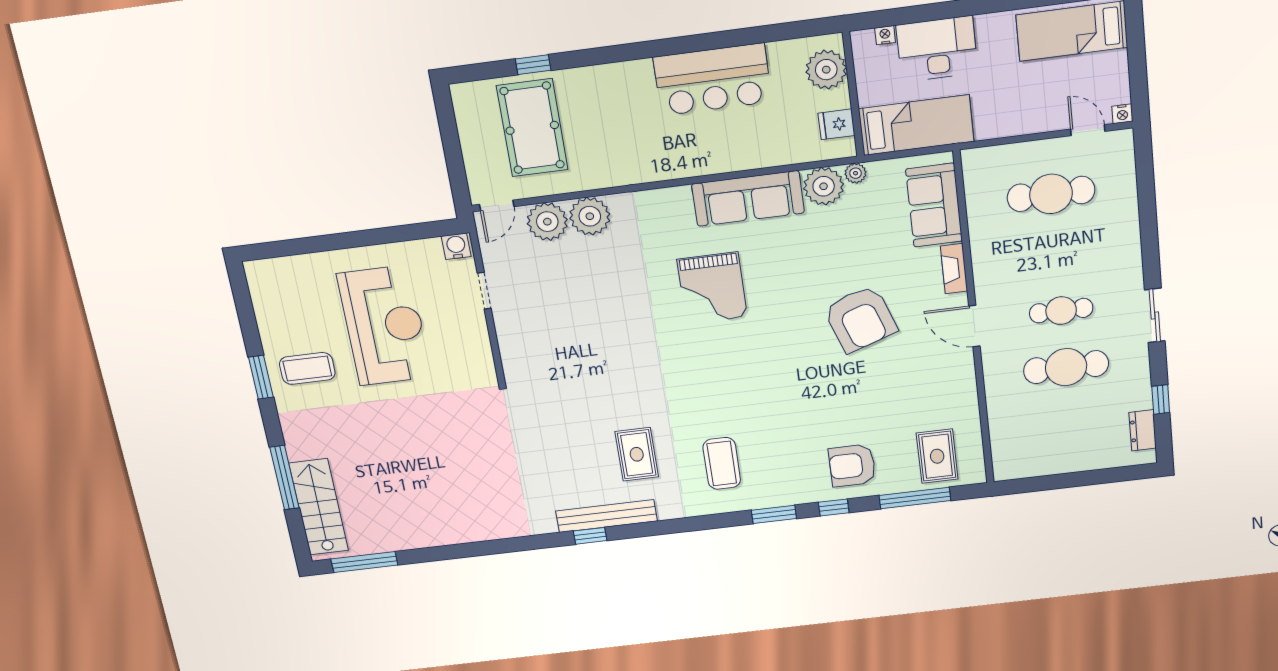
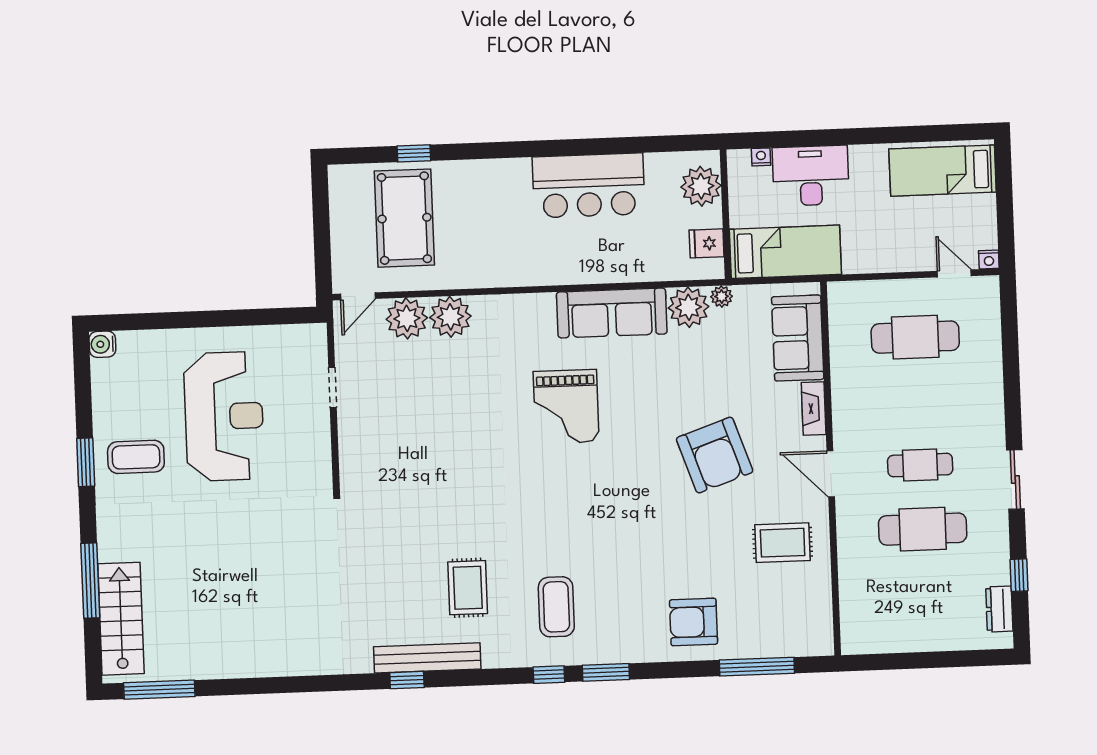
water cooler: (456, 246) -> (102, 344), moved, turned -90
rug: (937, 456) -> (783, 543), moved, turned 90
window: (834, 507) -> (549, 675), moved

